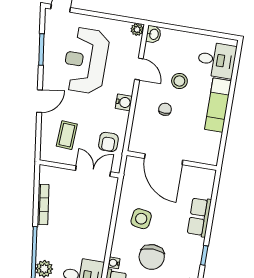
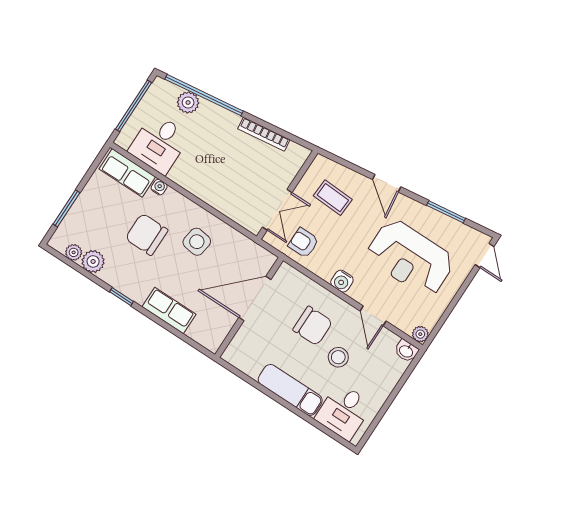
reception desk: (86, 61) -> (410, 258), turned 180
door: (139, 69) -> (373, 316), hinge flipped
chair: (165, 109) -> (313, 326), width x1.87, depth x1.87

